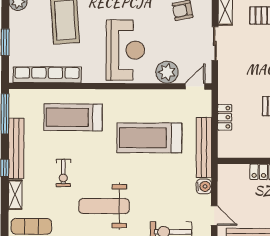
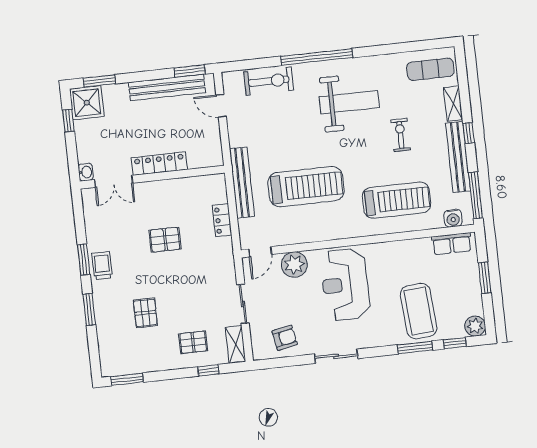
row of seats: (47, 75) -> (452, 244), width x0.50
water cooler: (204, 186) -> (453, 218), moved, turned -90

